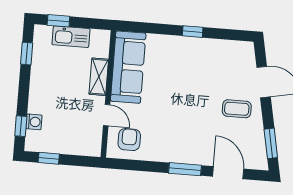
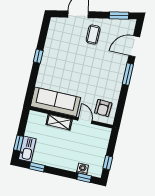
kitchen sink: (71, 37) -> (27, 149), moved
door: (107, 115) -> (85, 121), hinge flipped
armchair: (129, 140) -> (103, 108), turned -87

